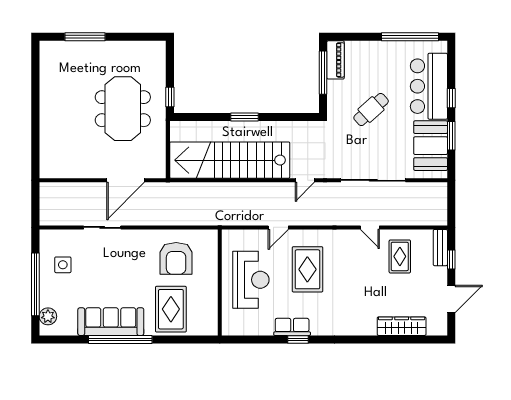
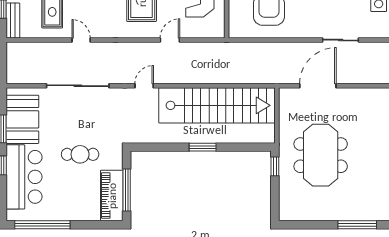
piano: (336, 60) -> (112, 196), width x1.37, depth x1.33
cafe table: (371, 110) -> (80, 154), turned 42

